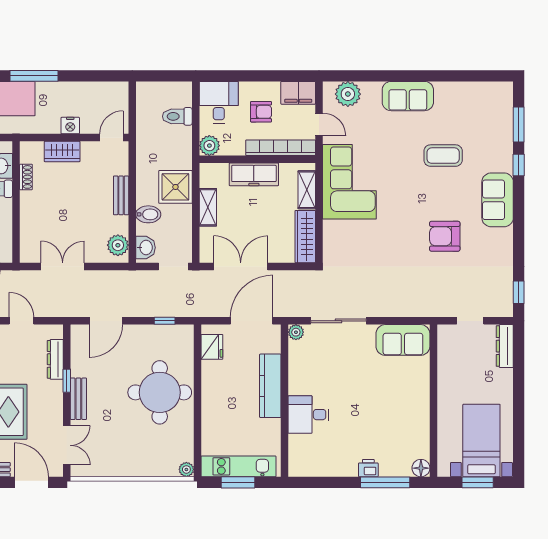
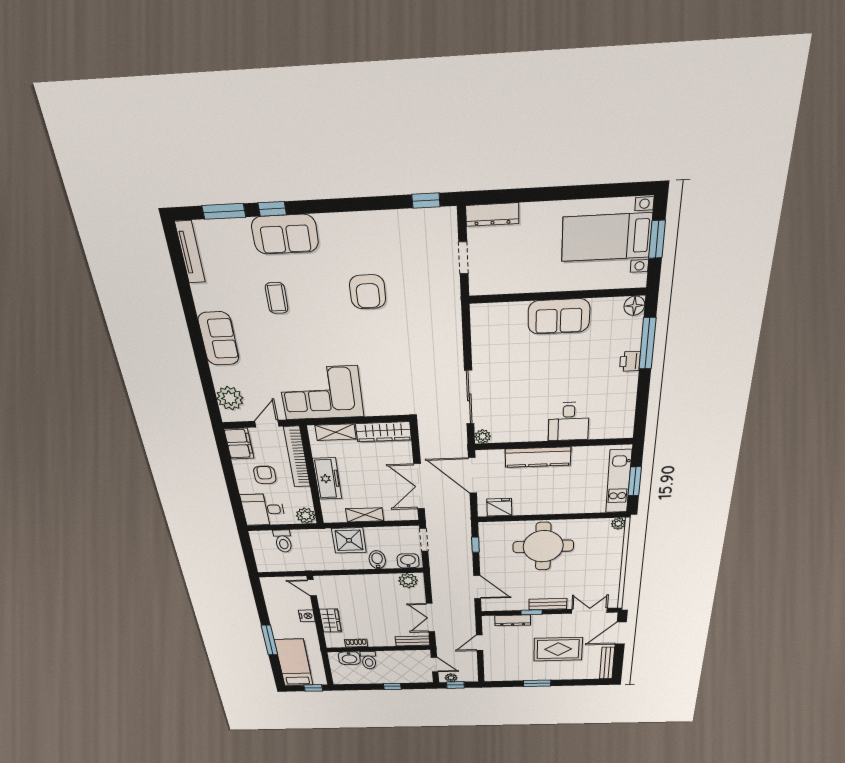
tv unit: (487, 88) -> (190, 252), added
coffee table: (443, 156) -> (277, 298), width x0.73, depth x0.77
bench: (121, 195) -> (413, 641), moved
sofa: (498, 200) -> (285, 234), moved
sofa: (403, 340) -> (559, 316), moved, turned 90

